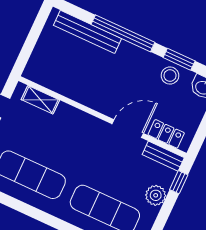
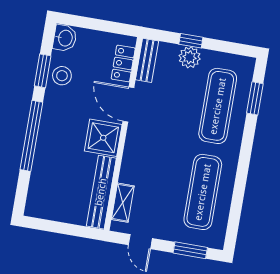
bench: (88, 32) -> (101, 192), moved
shower: (104, 98) -> (103, 138), added
window: (179, 182) -> (191, 41), moved

